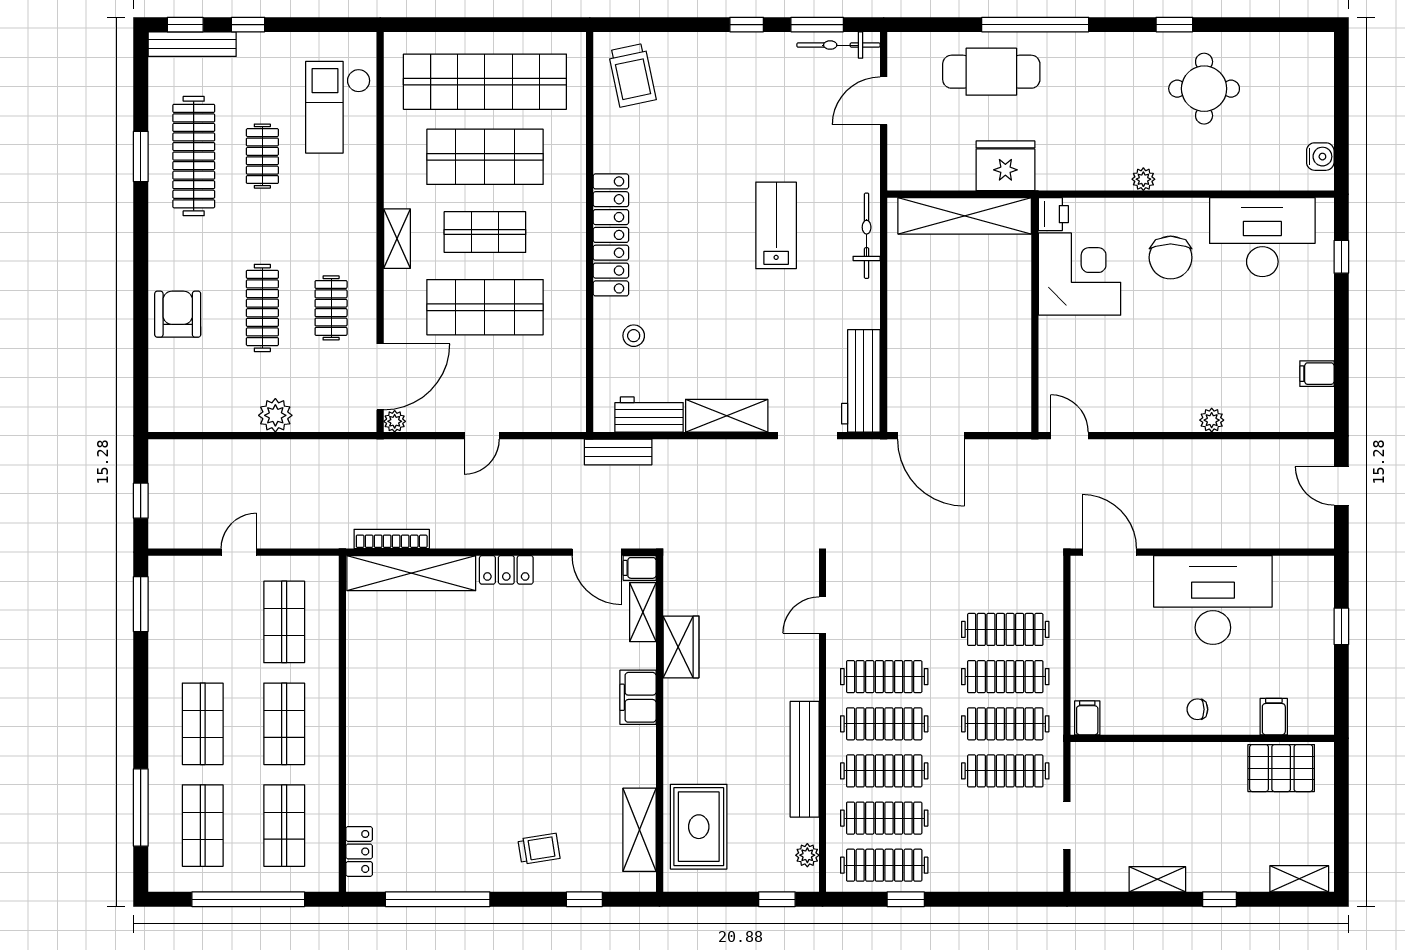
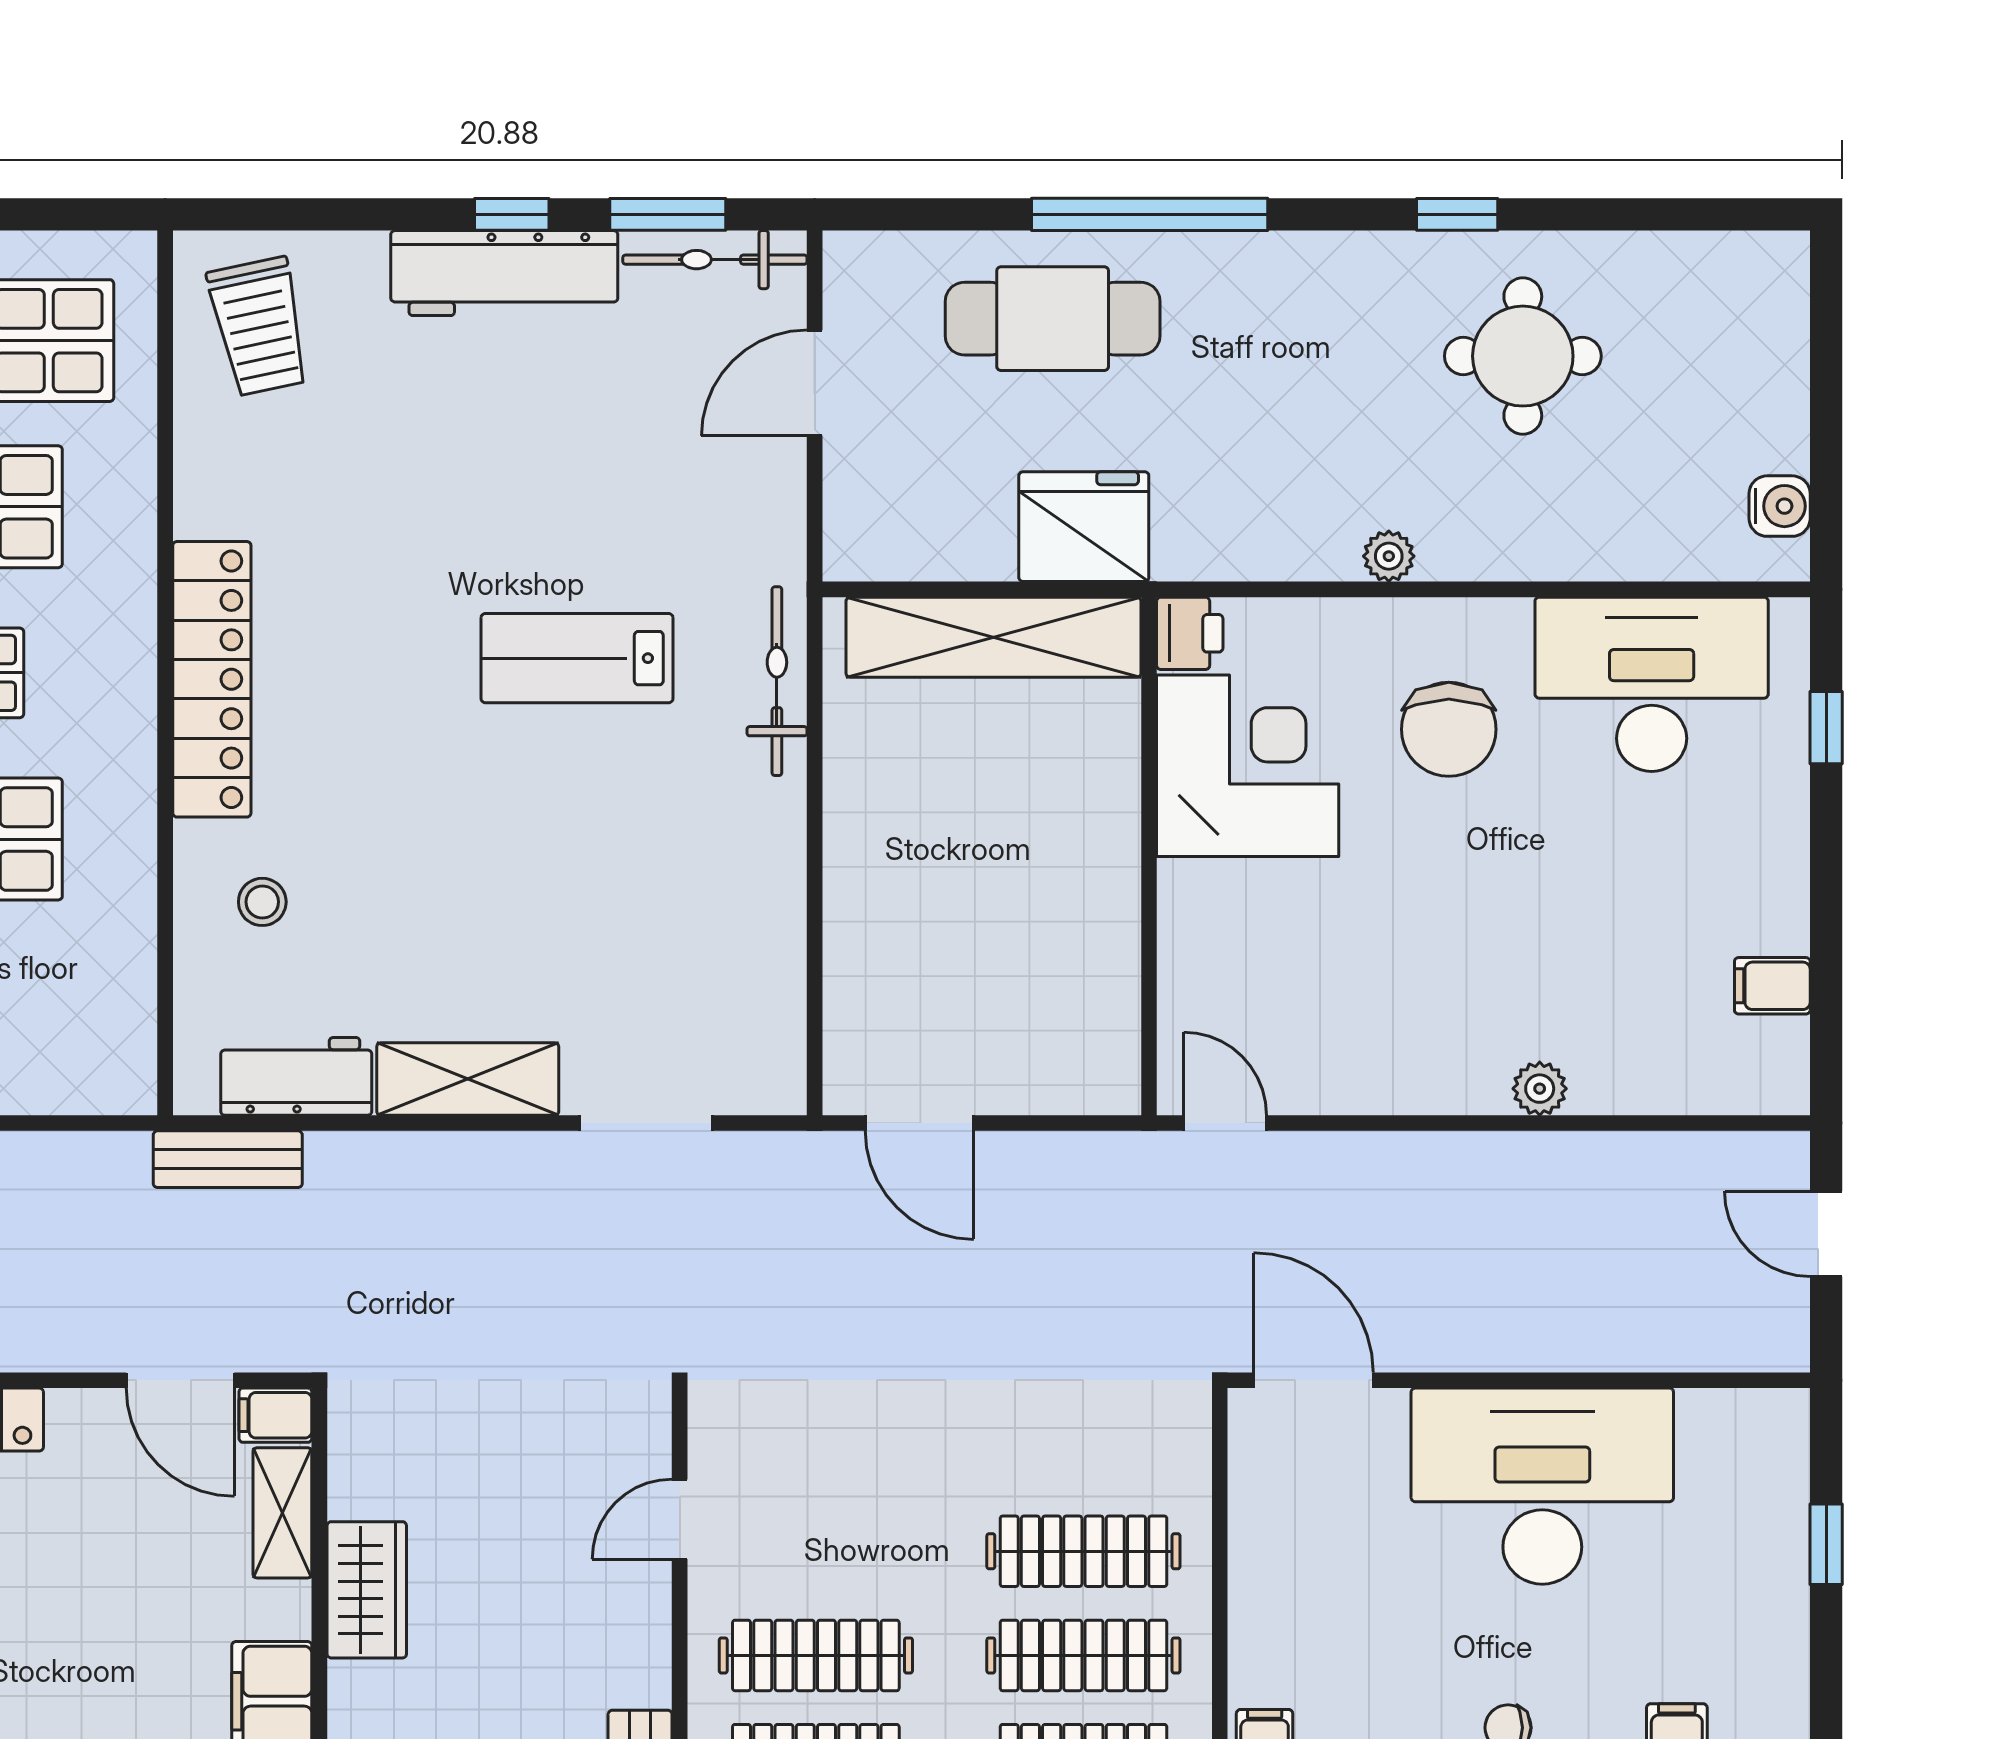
lab bench: (776, 225) -> (577, 658), turned -90
workbench: (861, 381) -> (504, 273), moved, turned -90
door: (931, 436) -> (919, 1123), width x0.73

